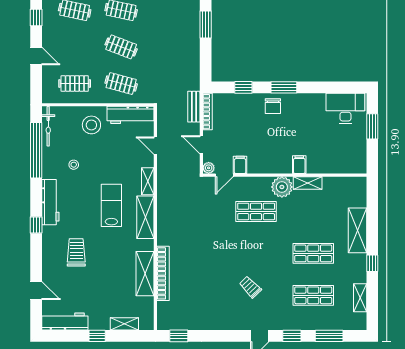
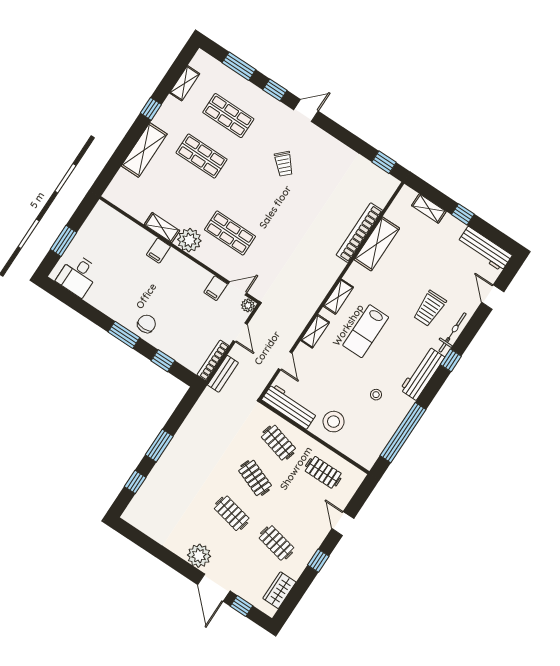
desk: (345, 108) -> (78, 275), width x0.73
bicycle: (48, 126) -> (453, 332), moved
shelving: (145, 217) -> (338, 297), width x0.67, depth x0.75

